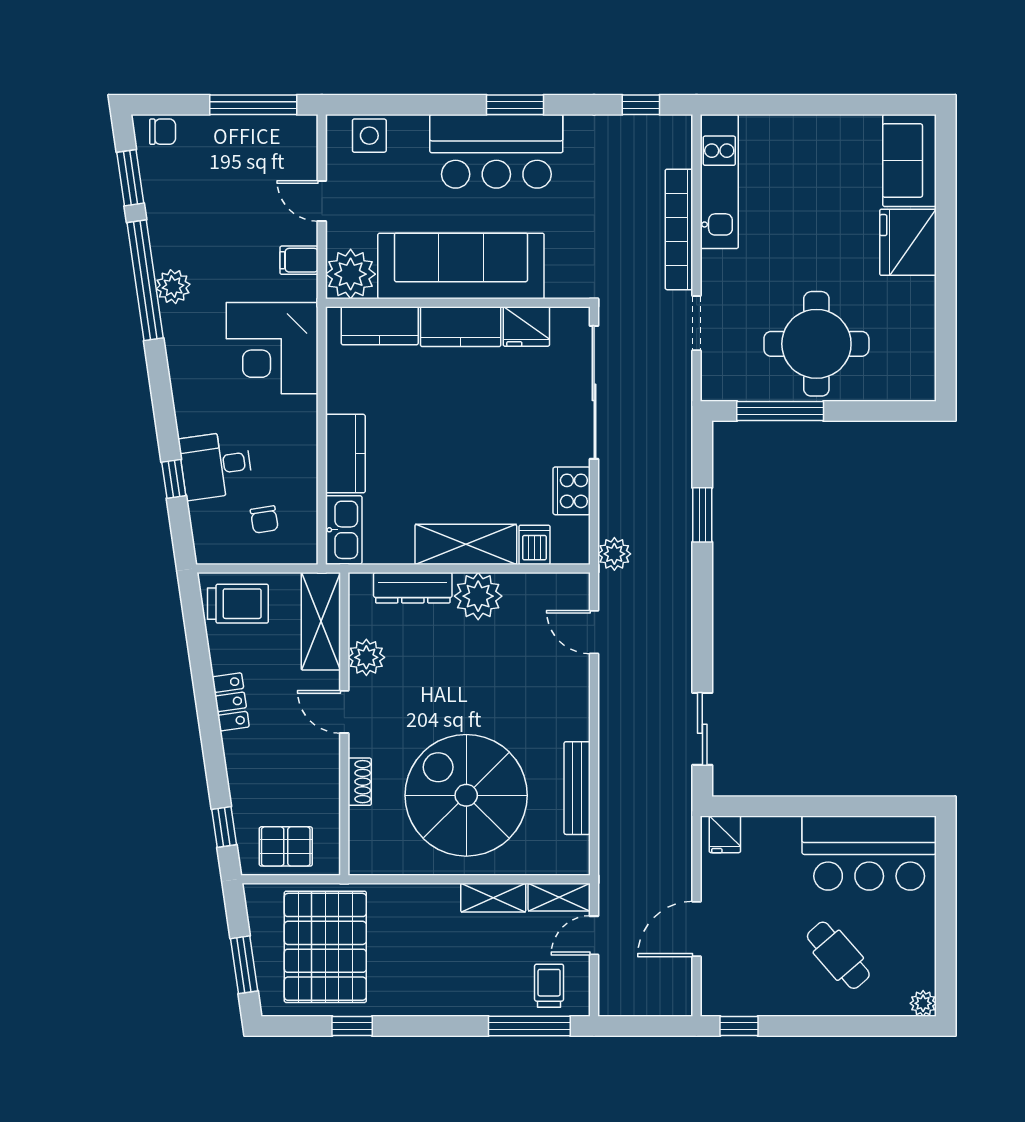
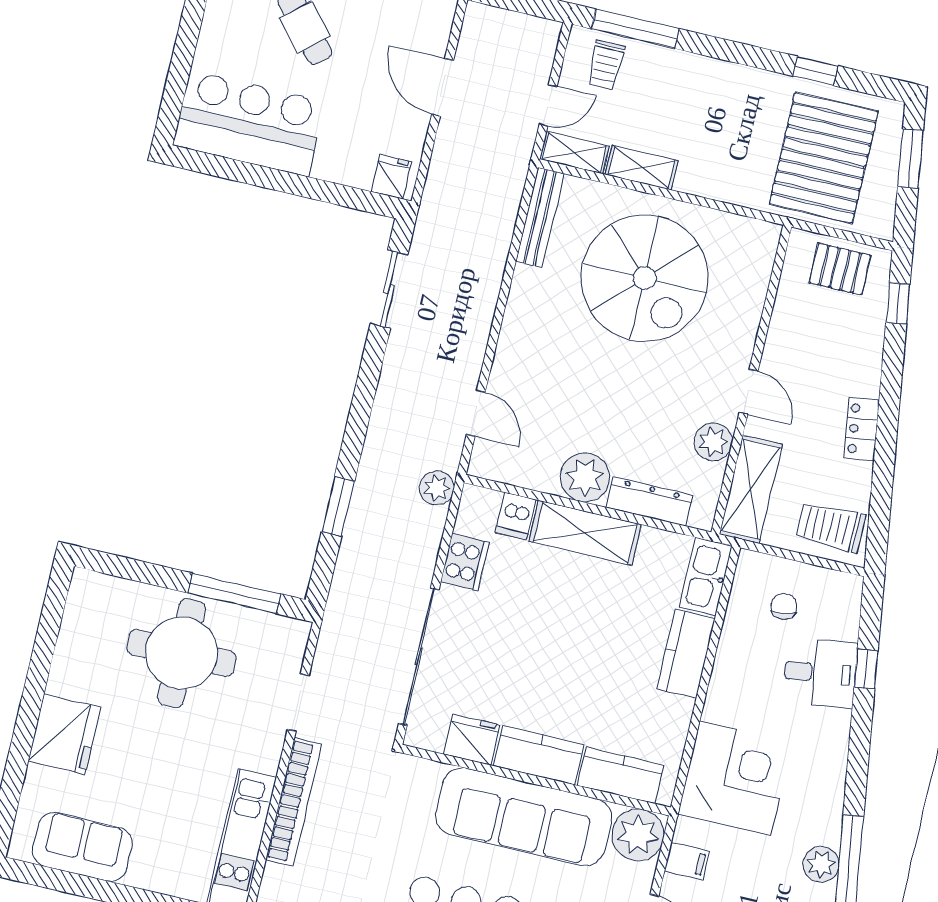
sofa: (909, 160) -> (82, 847), moved, turned -90
shoe rack: (360, 782) -> (750, 317), removed
bench: (577, 788) -> (540, 217), moved
door: (697, 929) -> (443, 87), swing flipped

